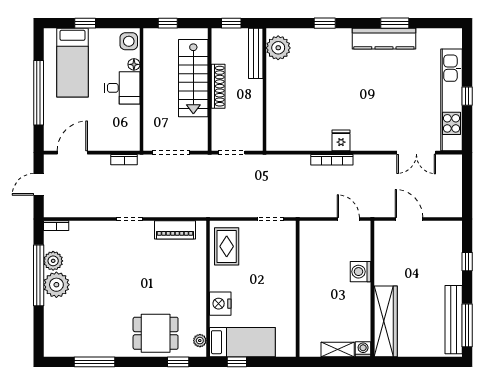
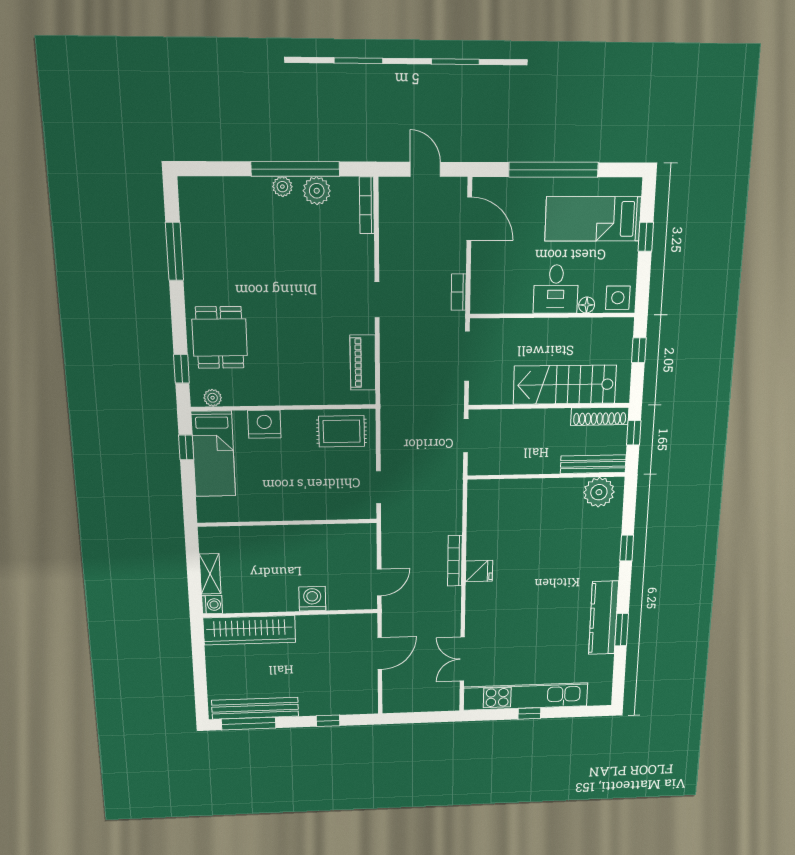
shoe rack: (218, 86) -> (600, 416), moved
bookcase: (56, 226) -> (367, 205), width x1.56
plant: (56, 285) -> (282, 187), width x0.53, depth x0.53

